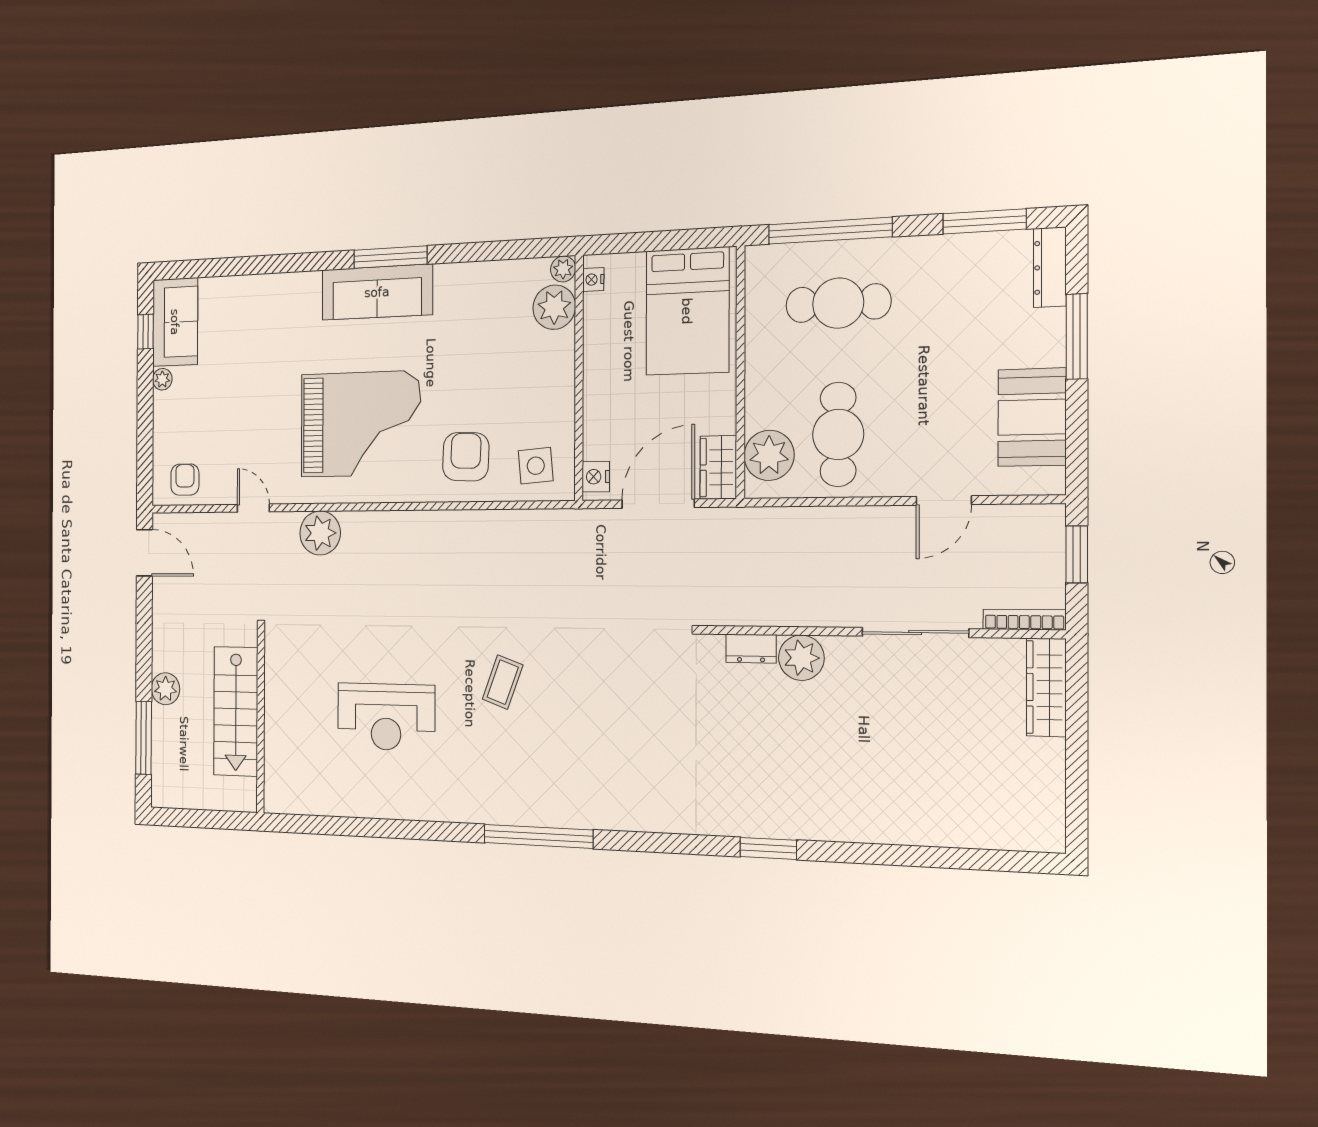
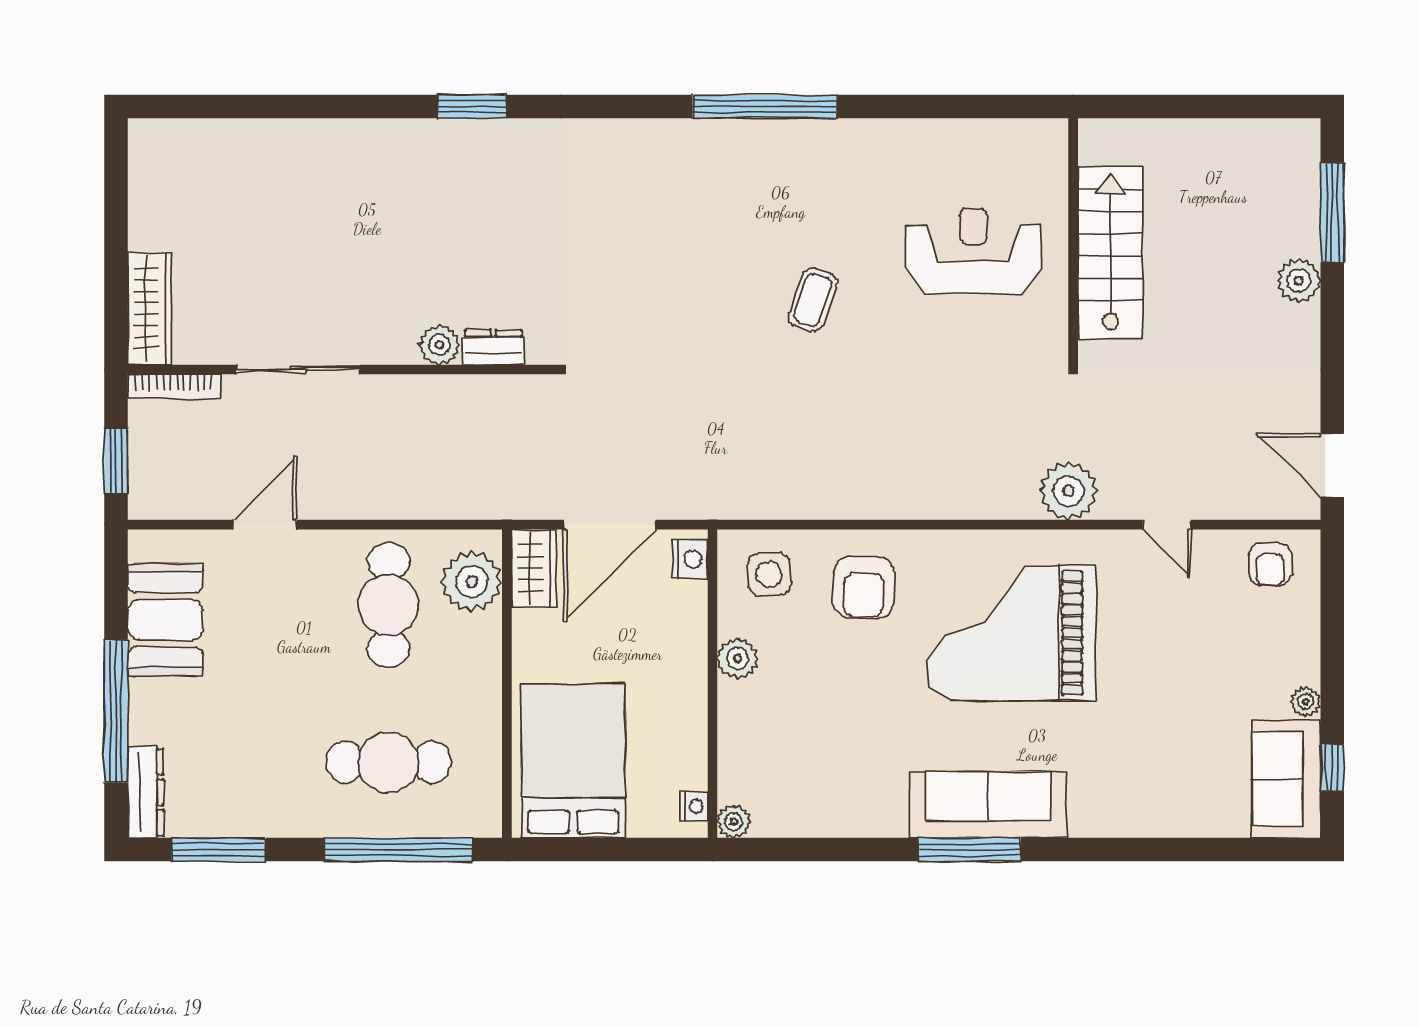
plant: (554, 307) -> (738, 659), moved, width x0.73, depth x0.73
window: (1077, 336) -> (116, 711), width x1.46
plant: (801, 658) -> (439, 345), width x0.73, depth x0.73
stairs: (236, 711) -> (1110, 253), moved
wall: (261, 720) -> (1073, 242), moved

